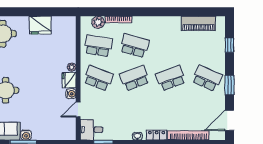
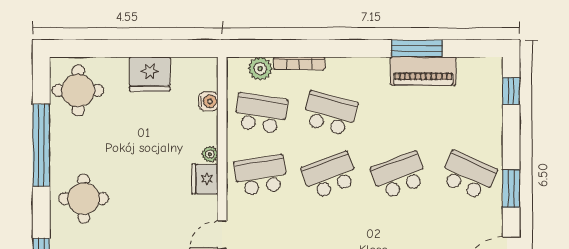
window: (180, 12) -> (417, 48), added
piano: (198, 23) -> (423, 71), moved
window: (229, 45) -> (511, 91), moved
school desk: (98, 78) -> (261, 175), turned -30
water cooler: (71, 94) -> (208, 101), moved

